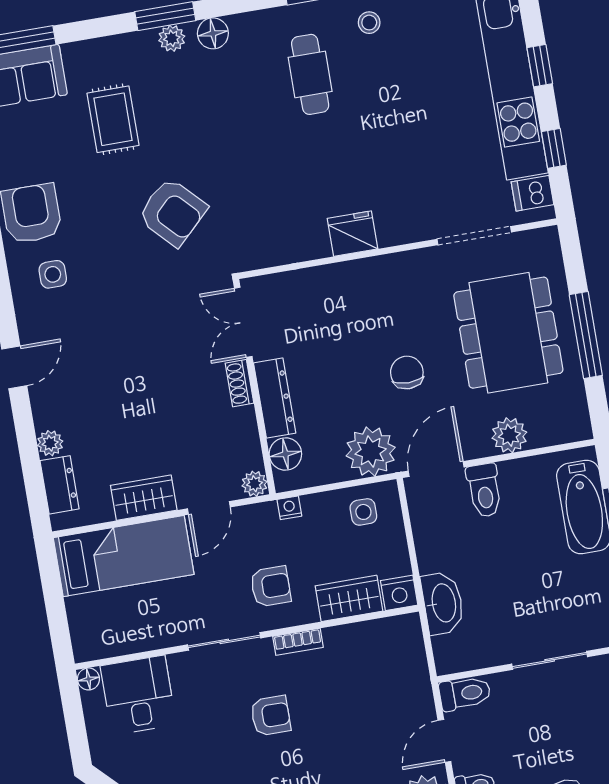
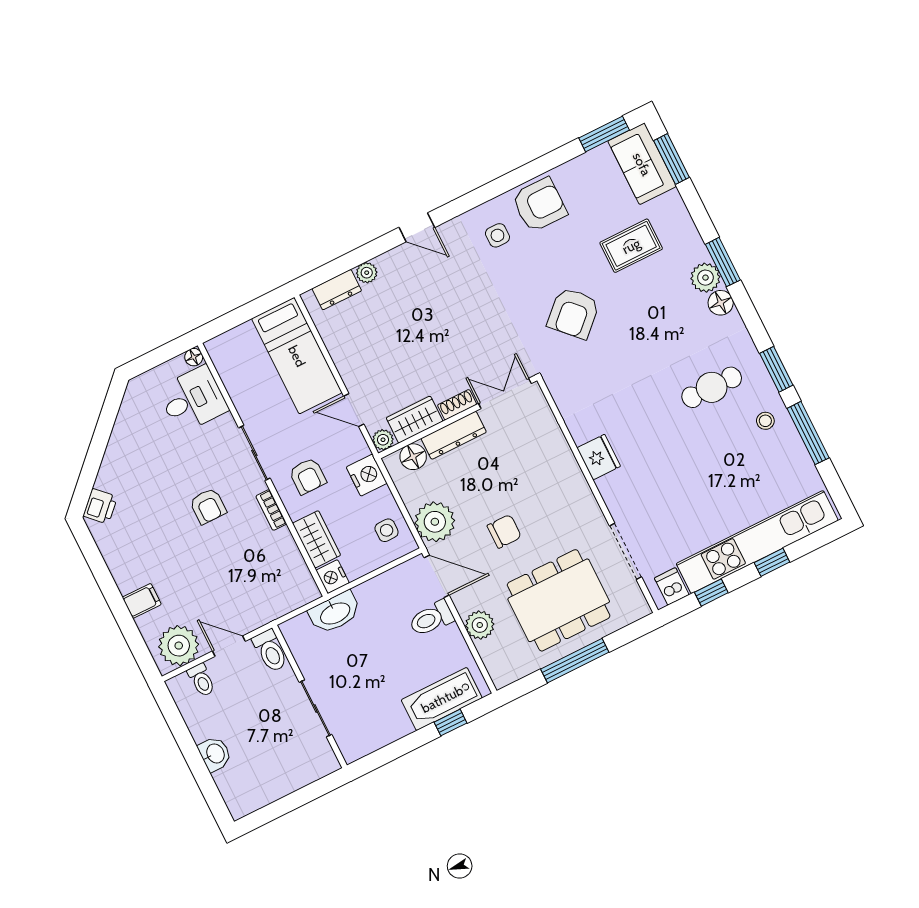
plant: (172, 38) -> (705, 278), width x1.38, depth x1.38
wardrobe: (144, 498) -> (415, 420), moved, turned -90
nightstand: (289, 508) -> (367, 475), width x1.89, depth x1.79

